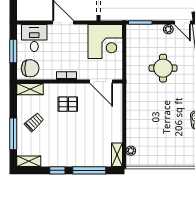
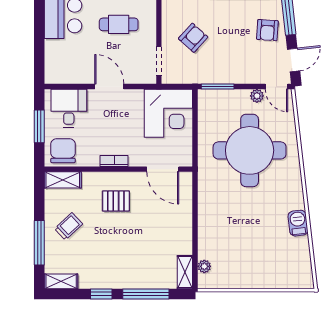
chair: (30, 68) -> (63, 151), turned -90
round table: (163, 68) -> (250, 150), width x1.86, depth x1.86

